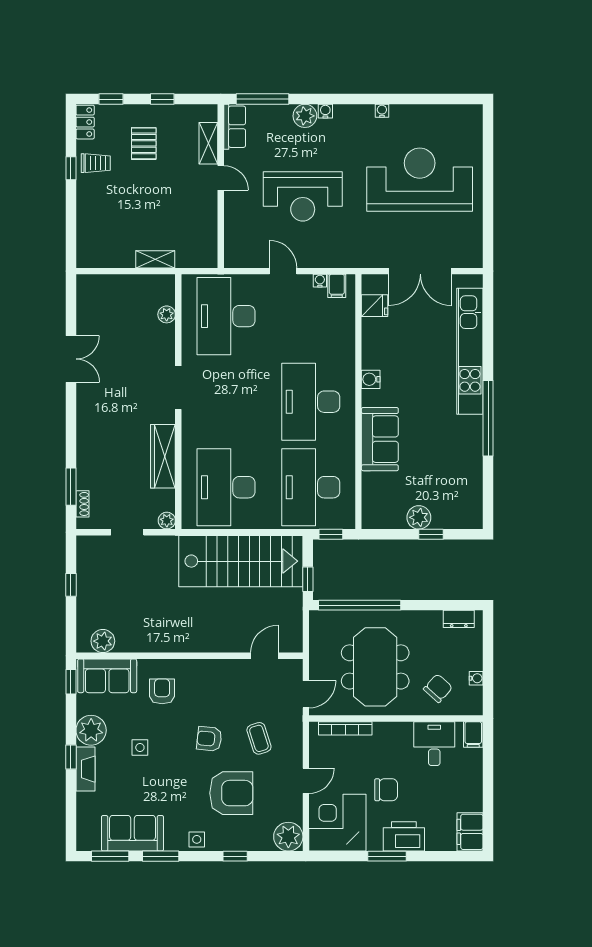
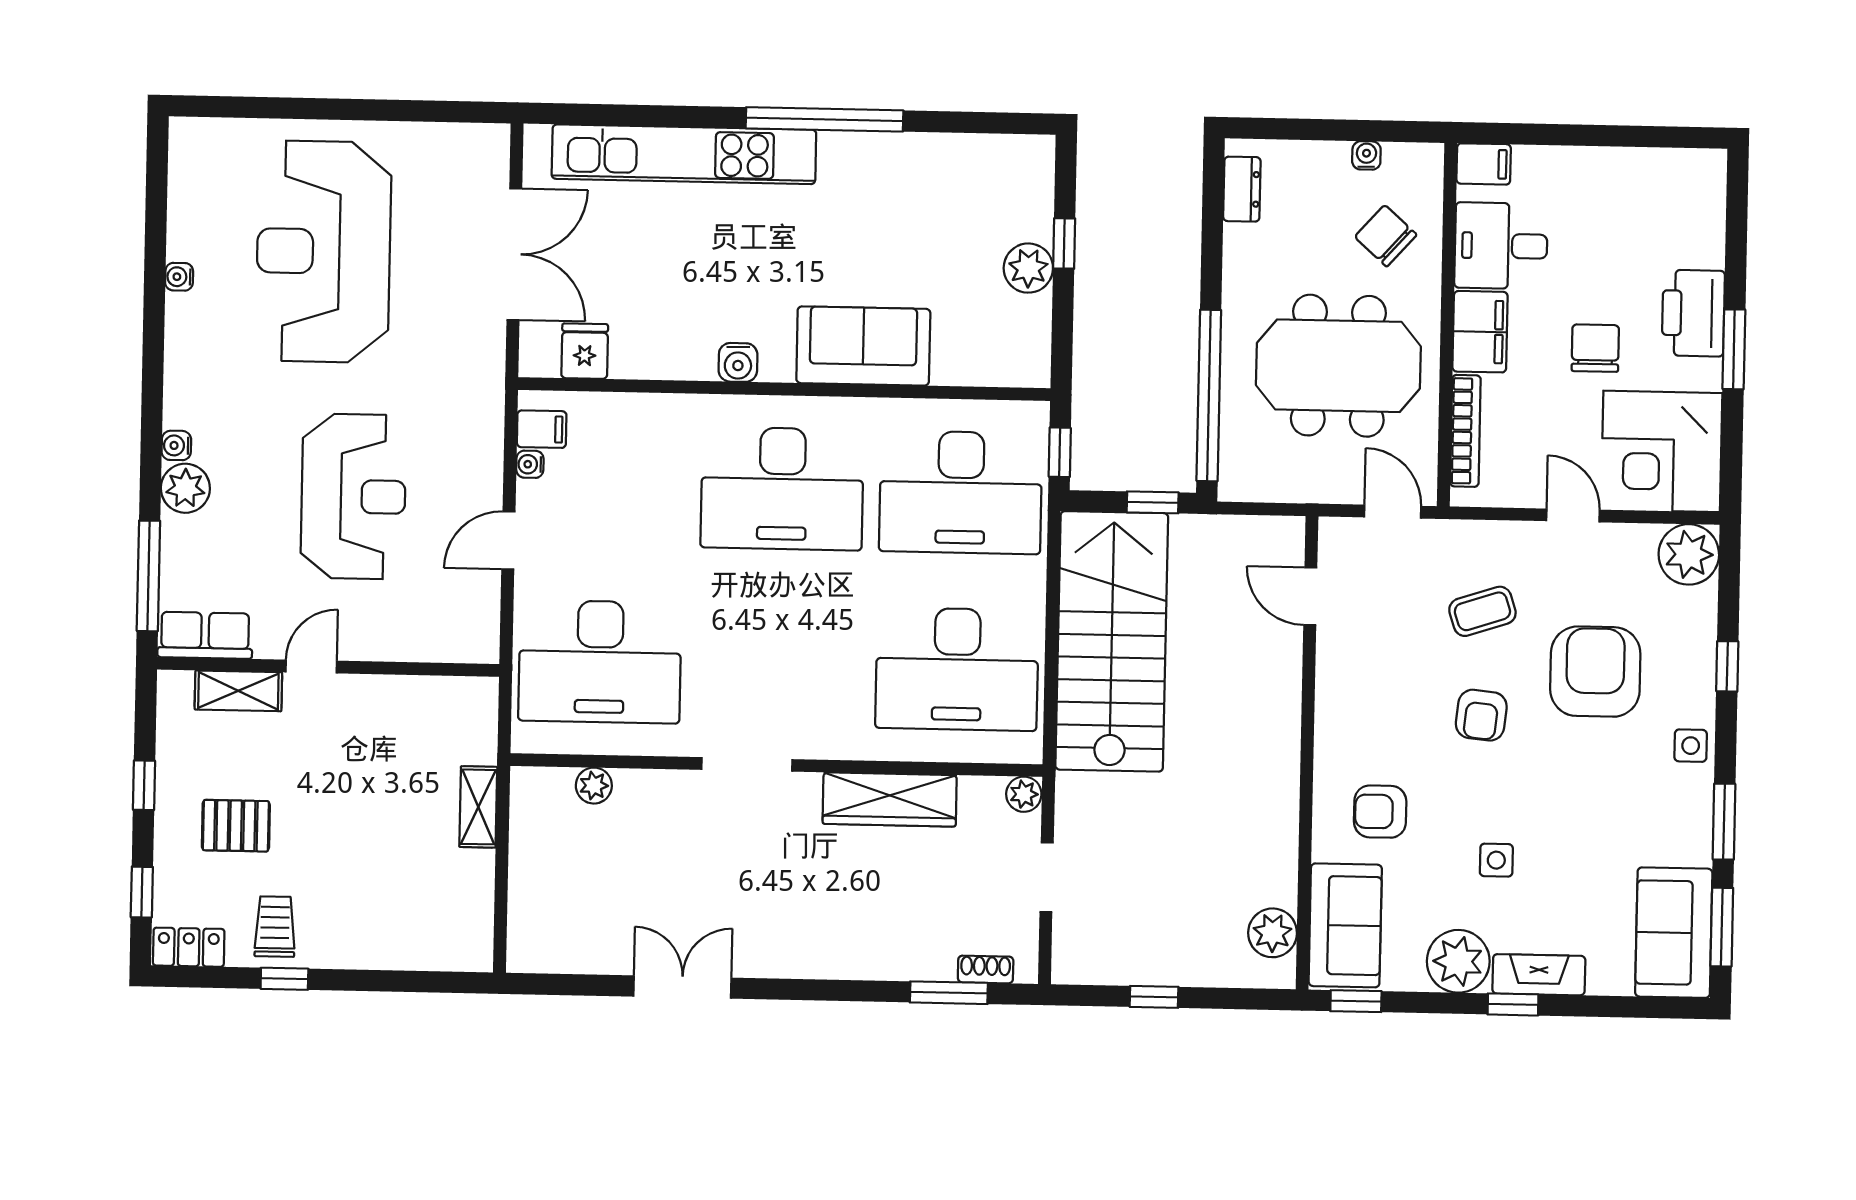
water cooler: (382, 111) -> (179, 277), moved
filing cabinet: (470, 832) -> (1480, 332), moved, turned -90
sofa: (132, 833) -> (1674, 933), moved

